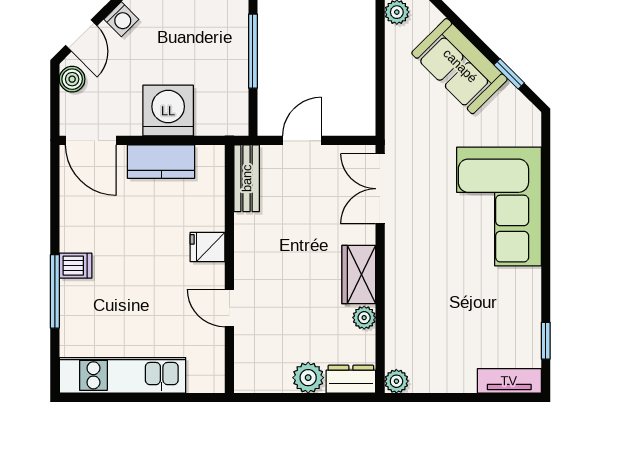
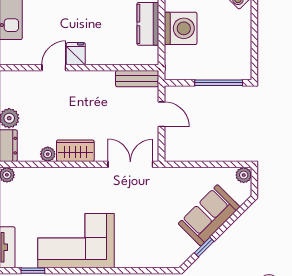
corner sofa: (499, 207) -> (76, 241), moved
fridge: (207, 247) -> (76, 54), moved

